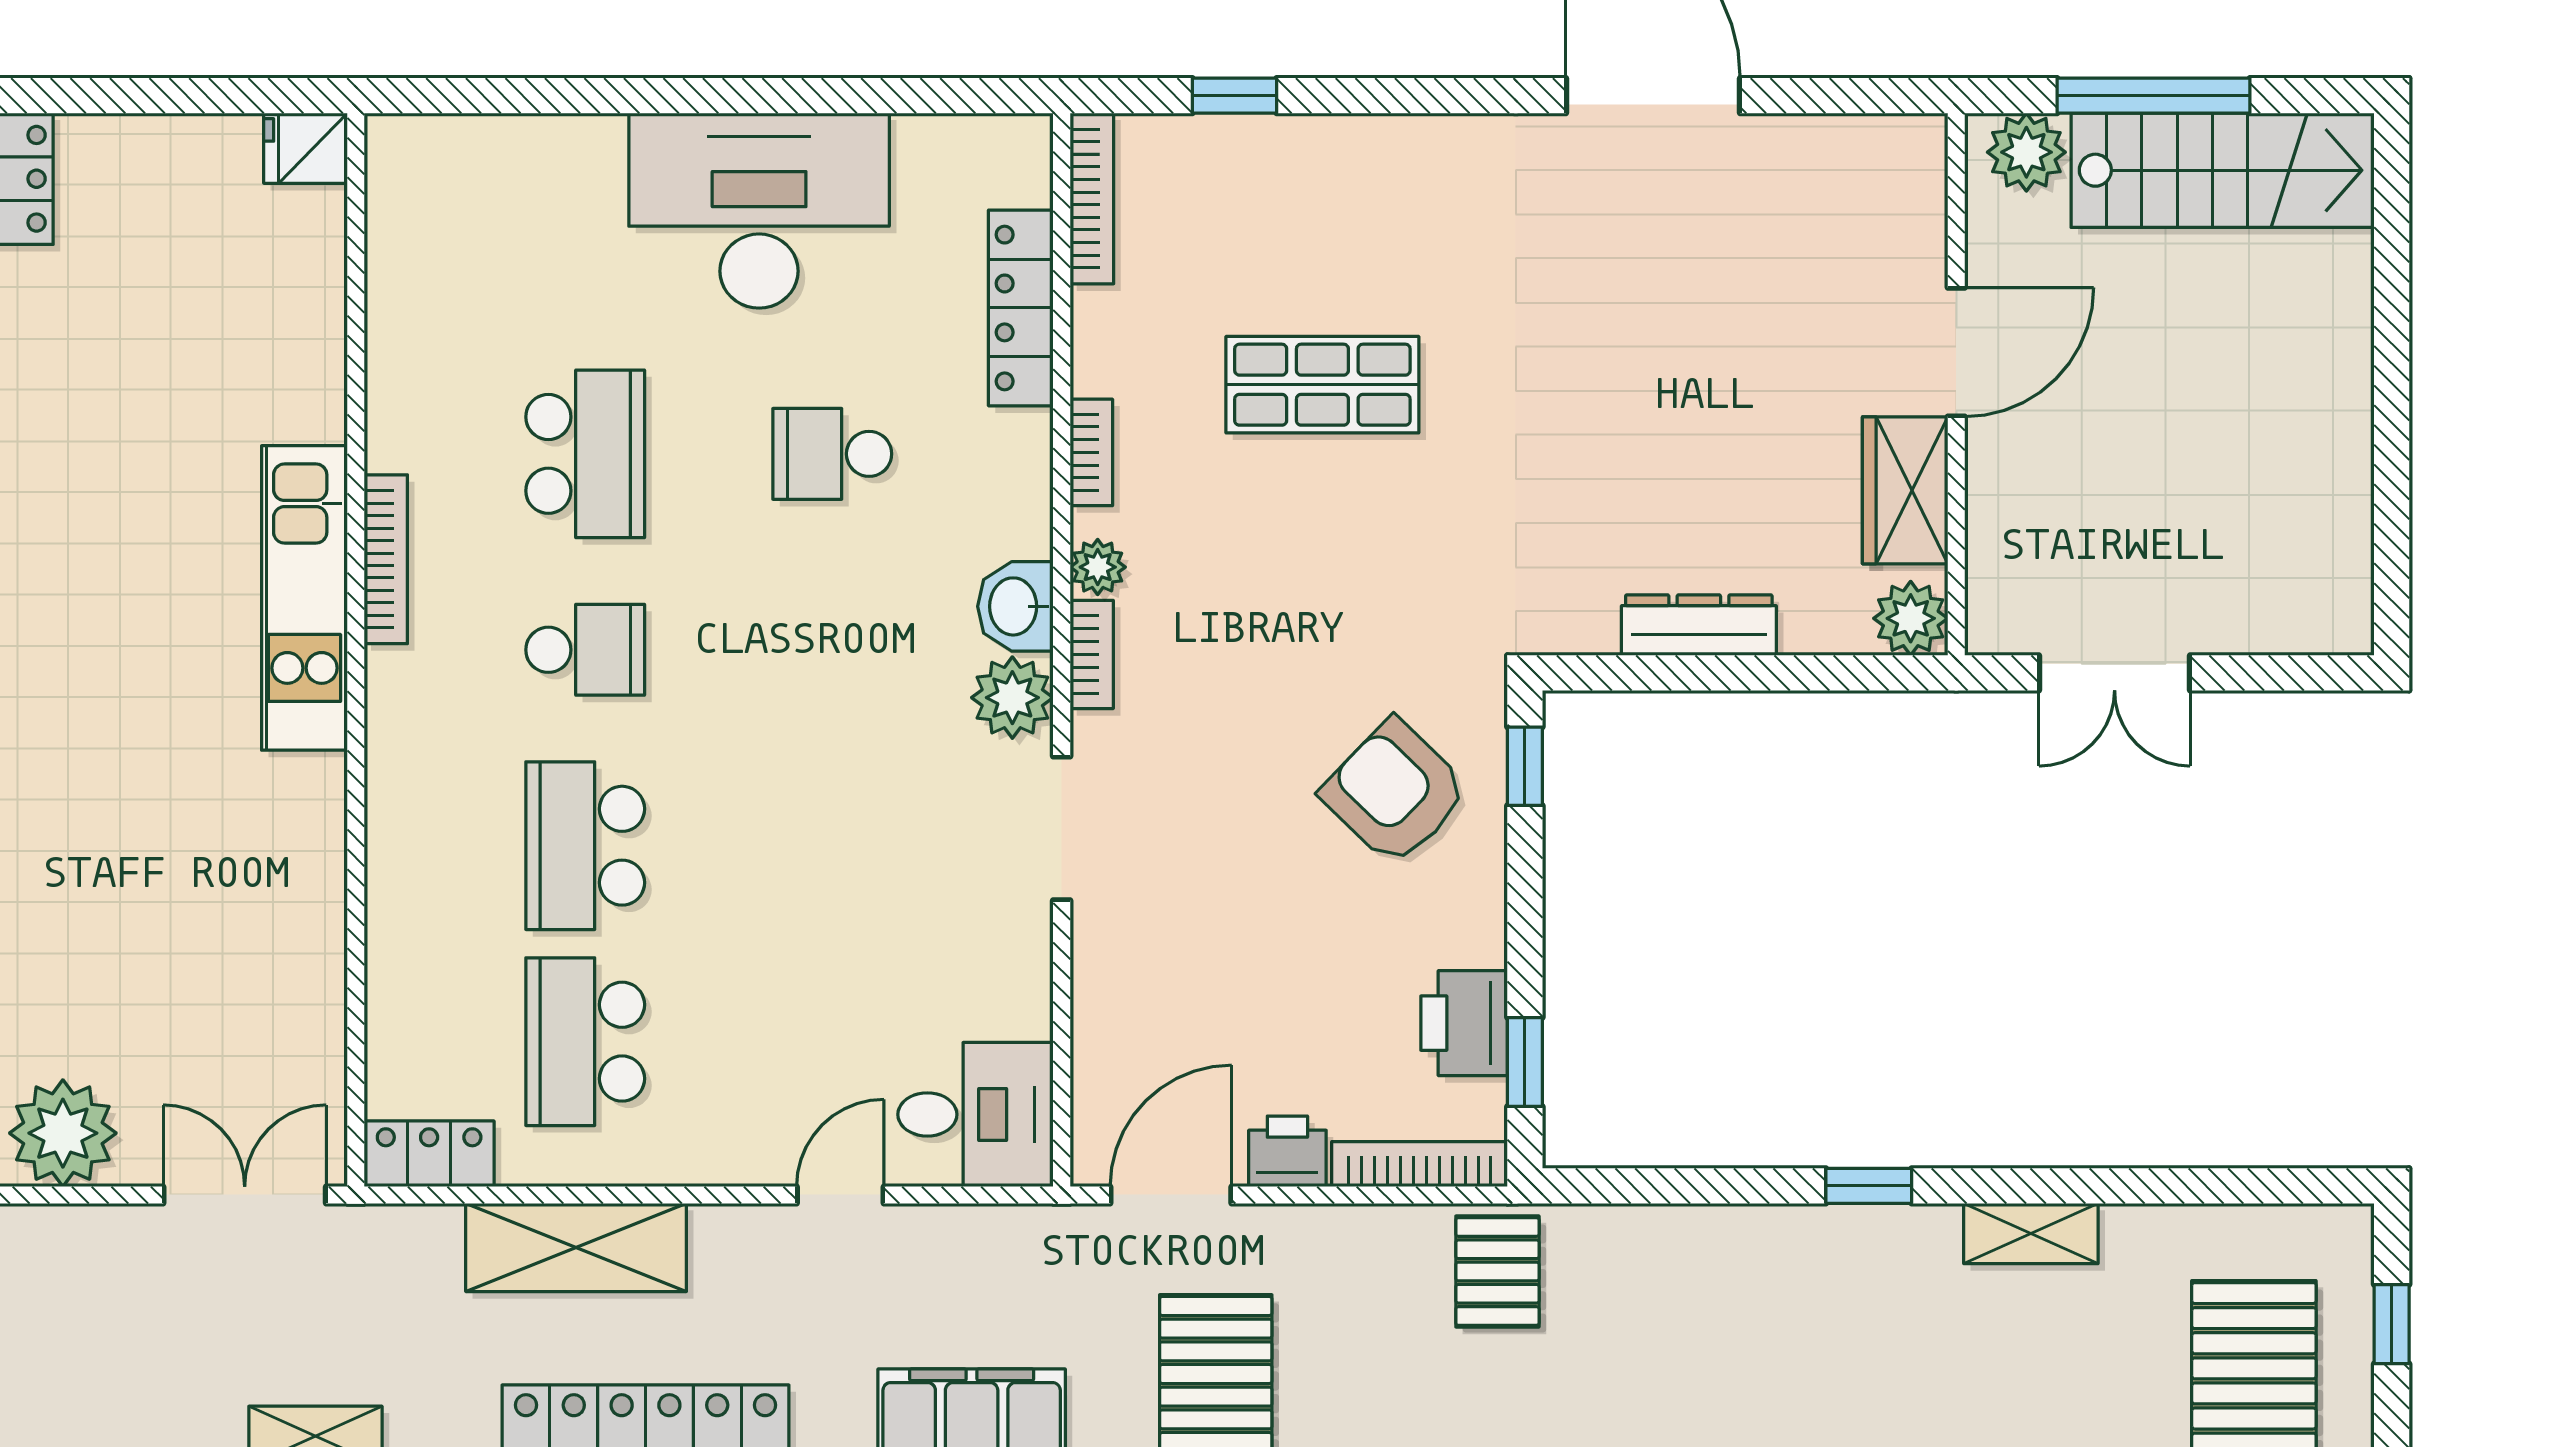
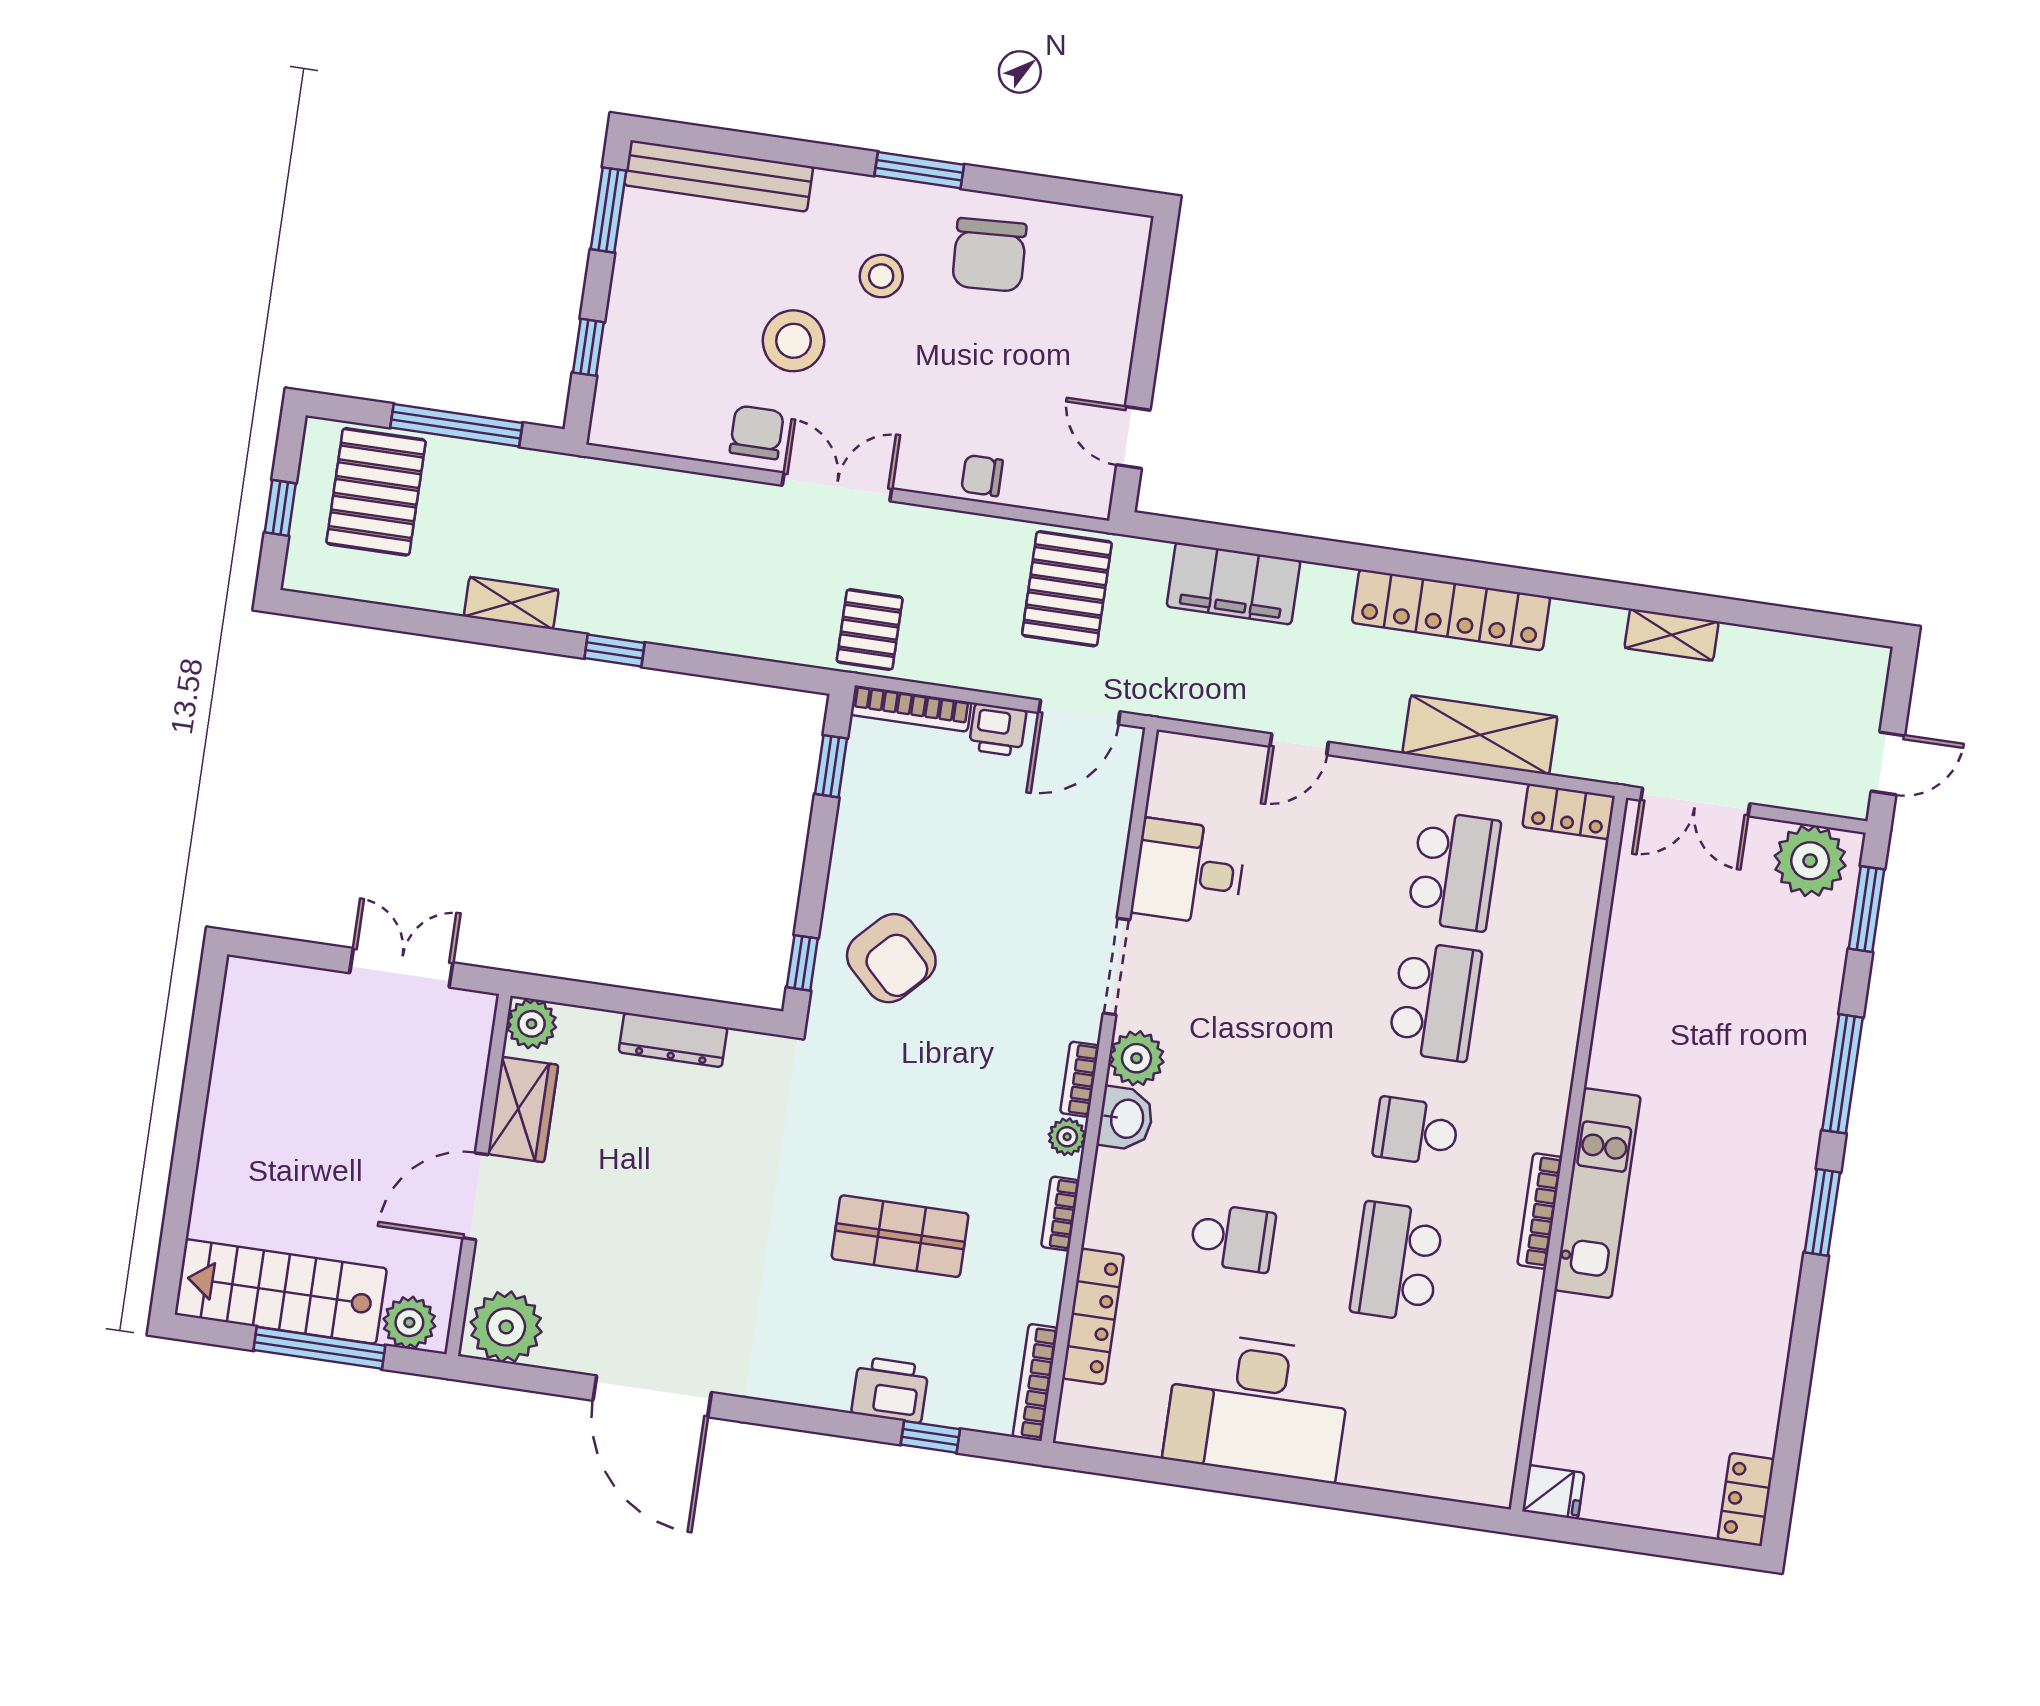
plant: (1883, 166) -> (506, 1327), added
printer: (1464, 1023) -> (890, 1390), moved, turned -90
desk: (976, 1114) -> (1189, 872), moved

